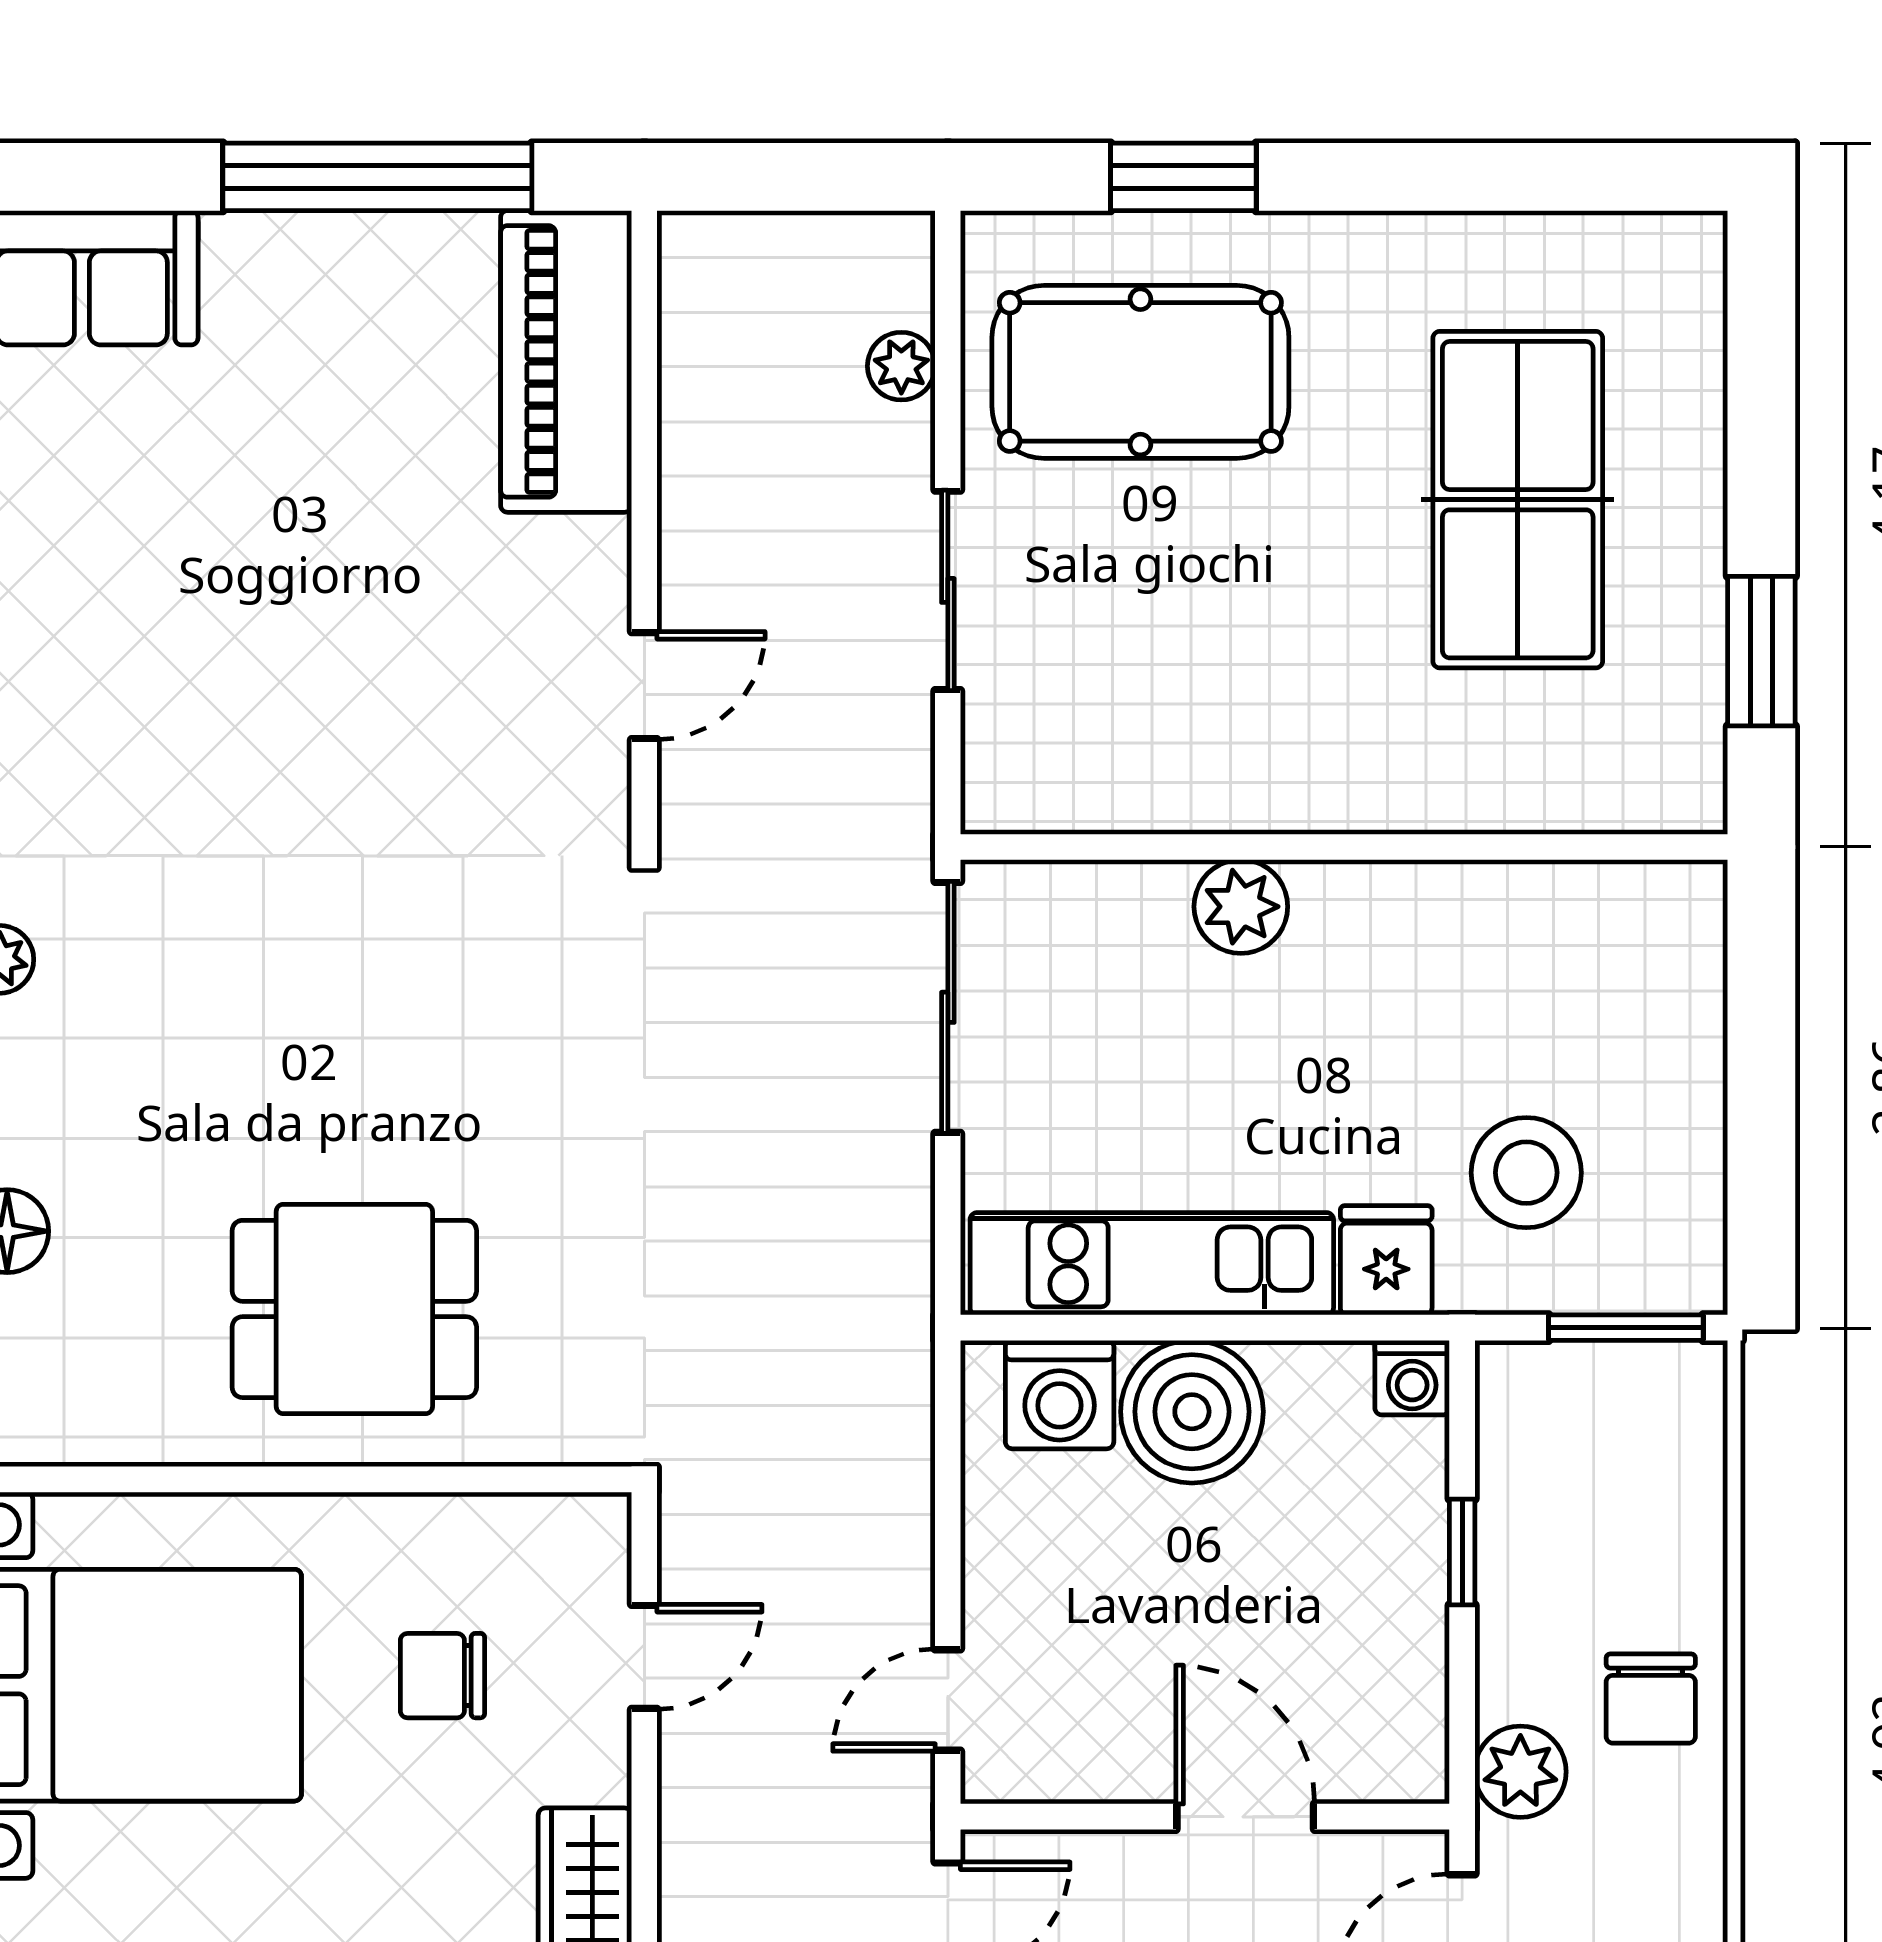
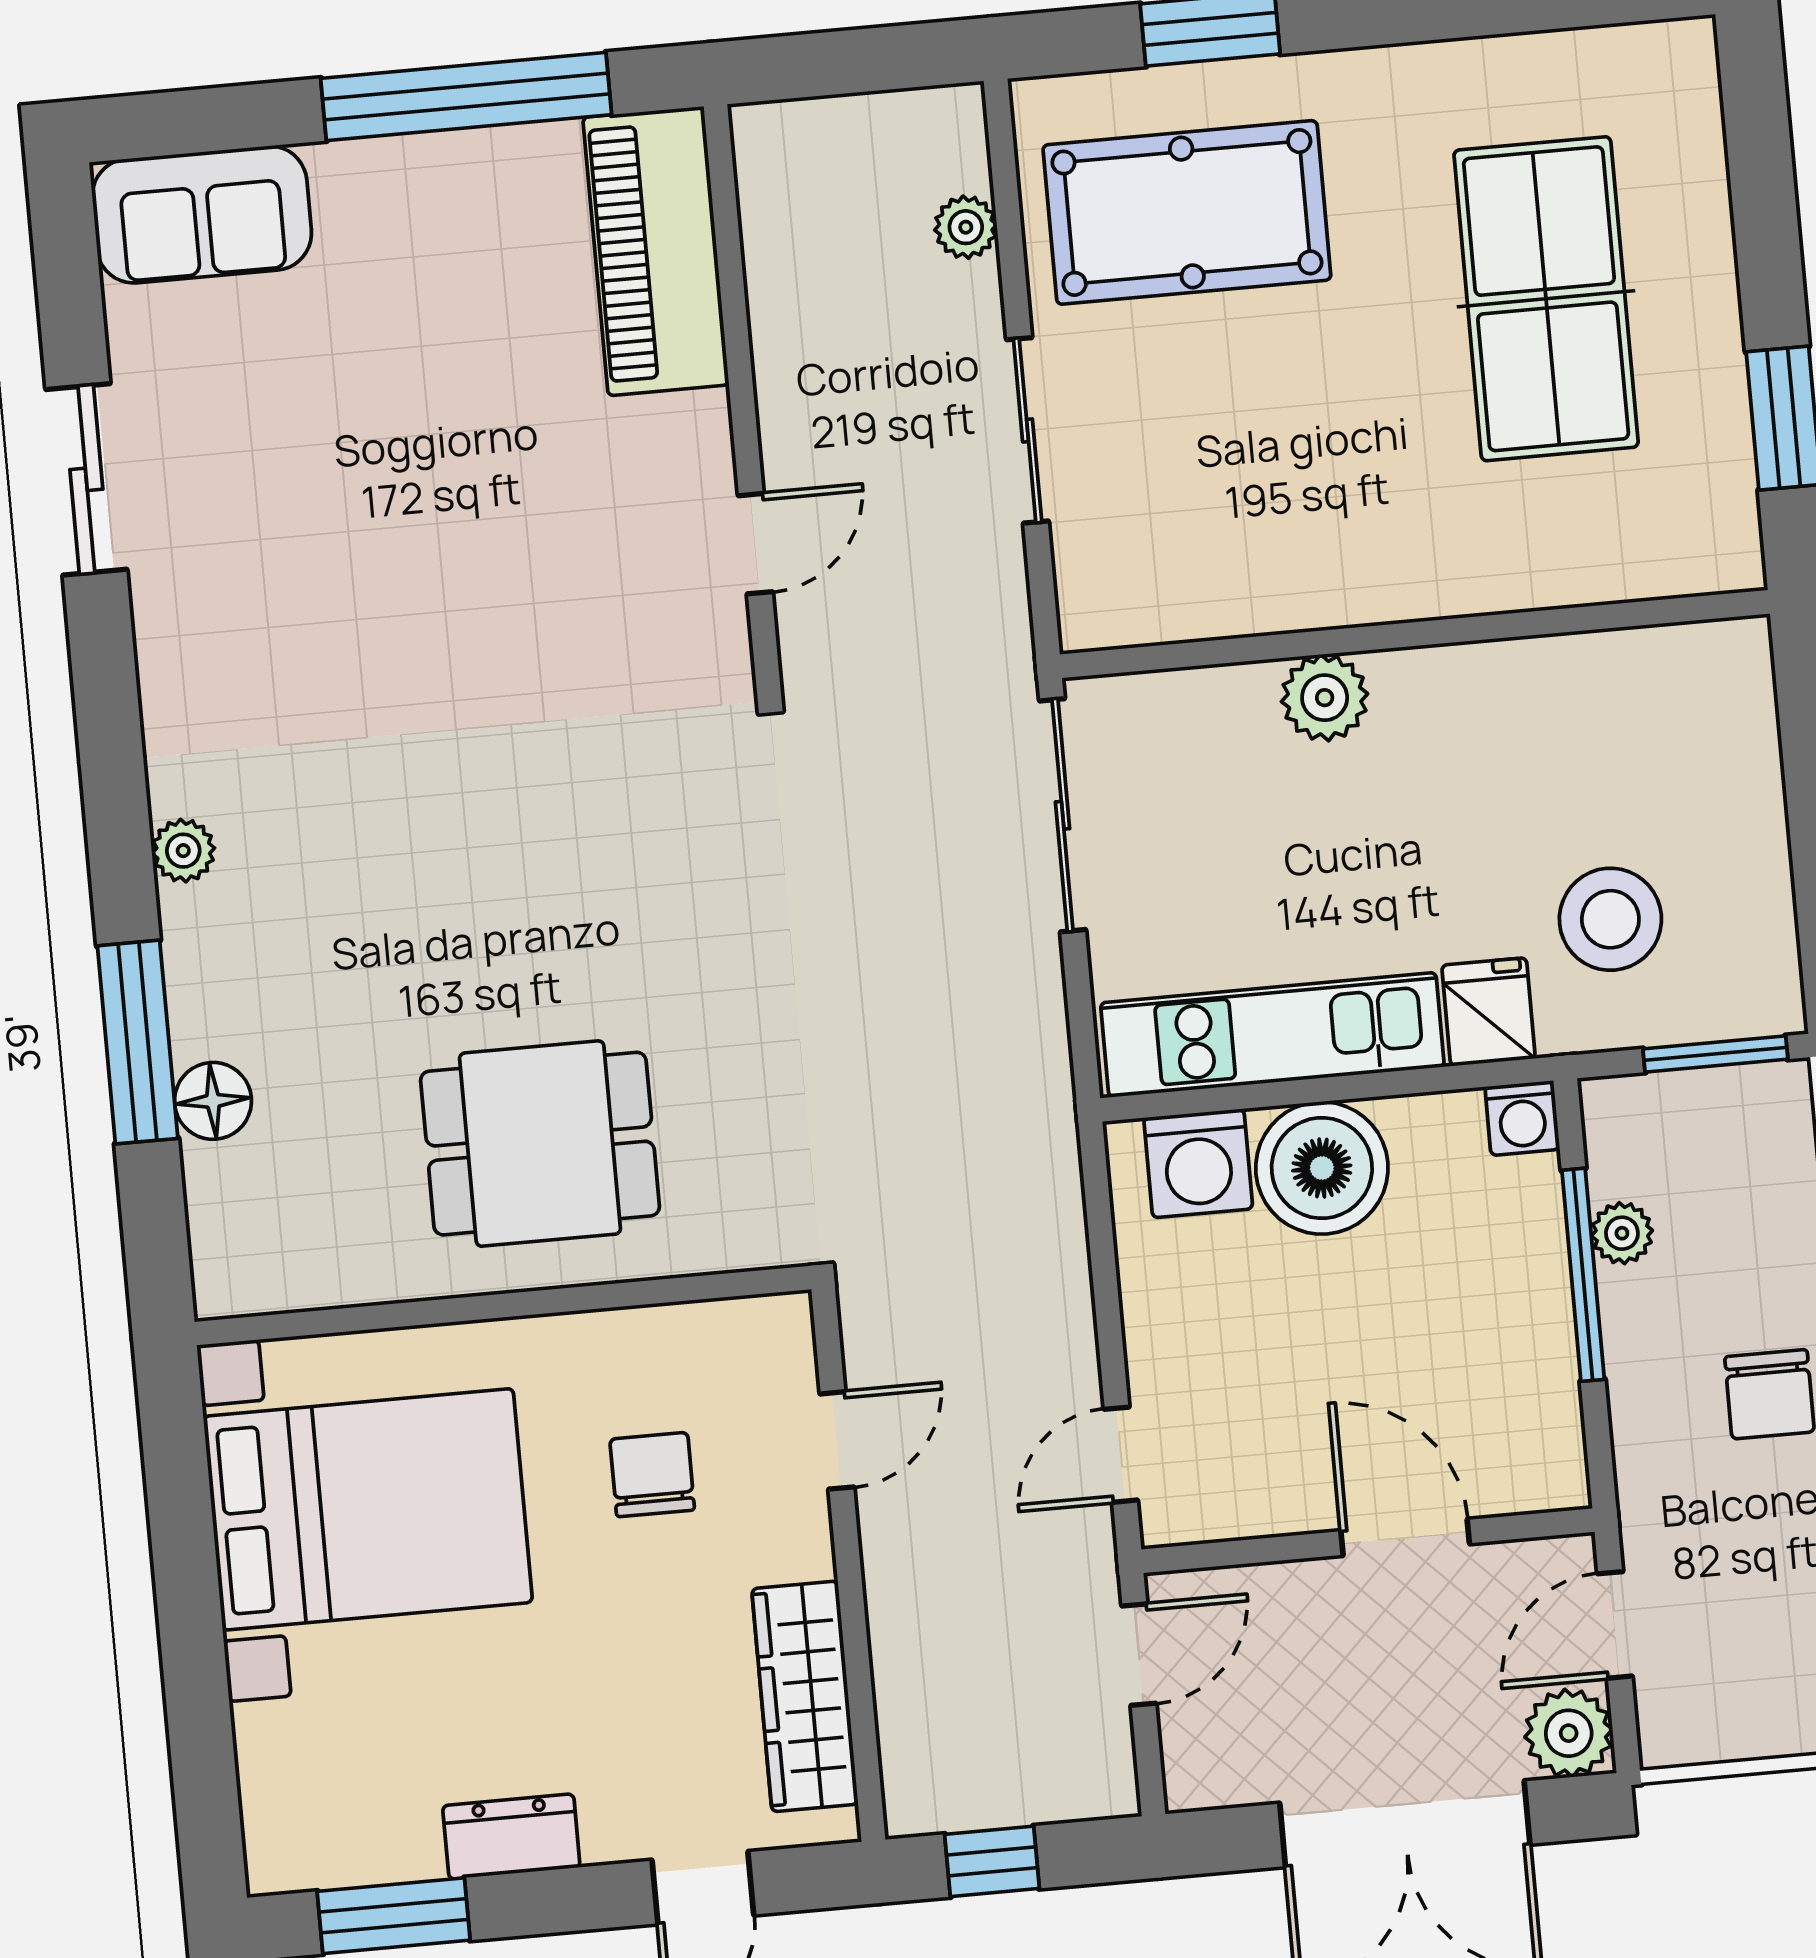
window: (1462, 1552) -> (1583, 1275), width x2.17
chair: (442, 1676) -> (652, 1475), turned 90
plant: (1520, 1772) -> (1622, 1233), moved, width x0.73, depth x0.73

